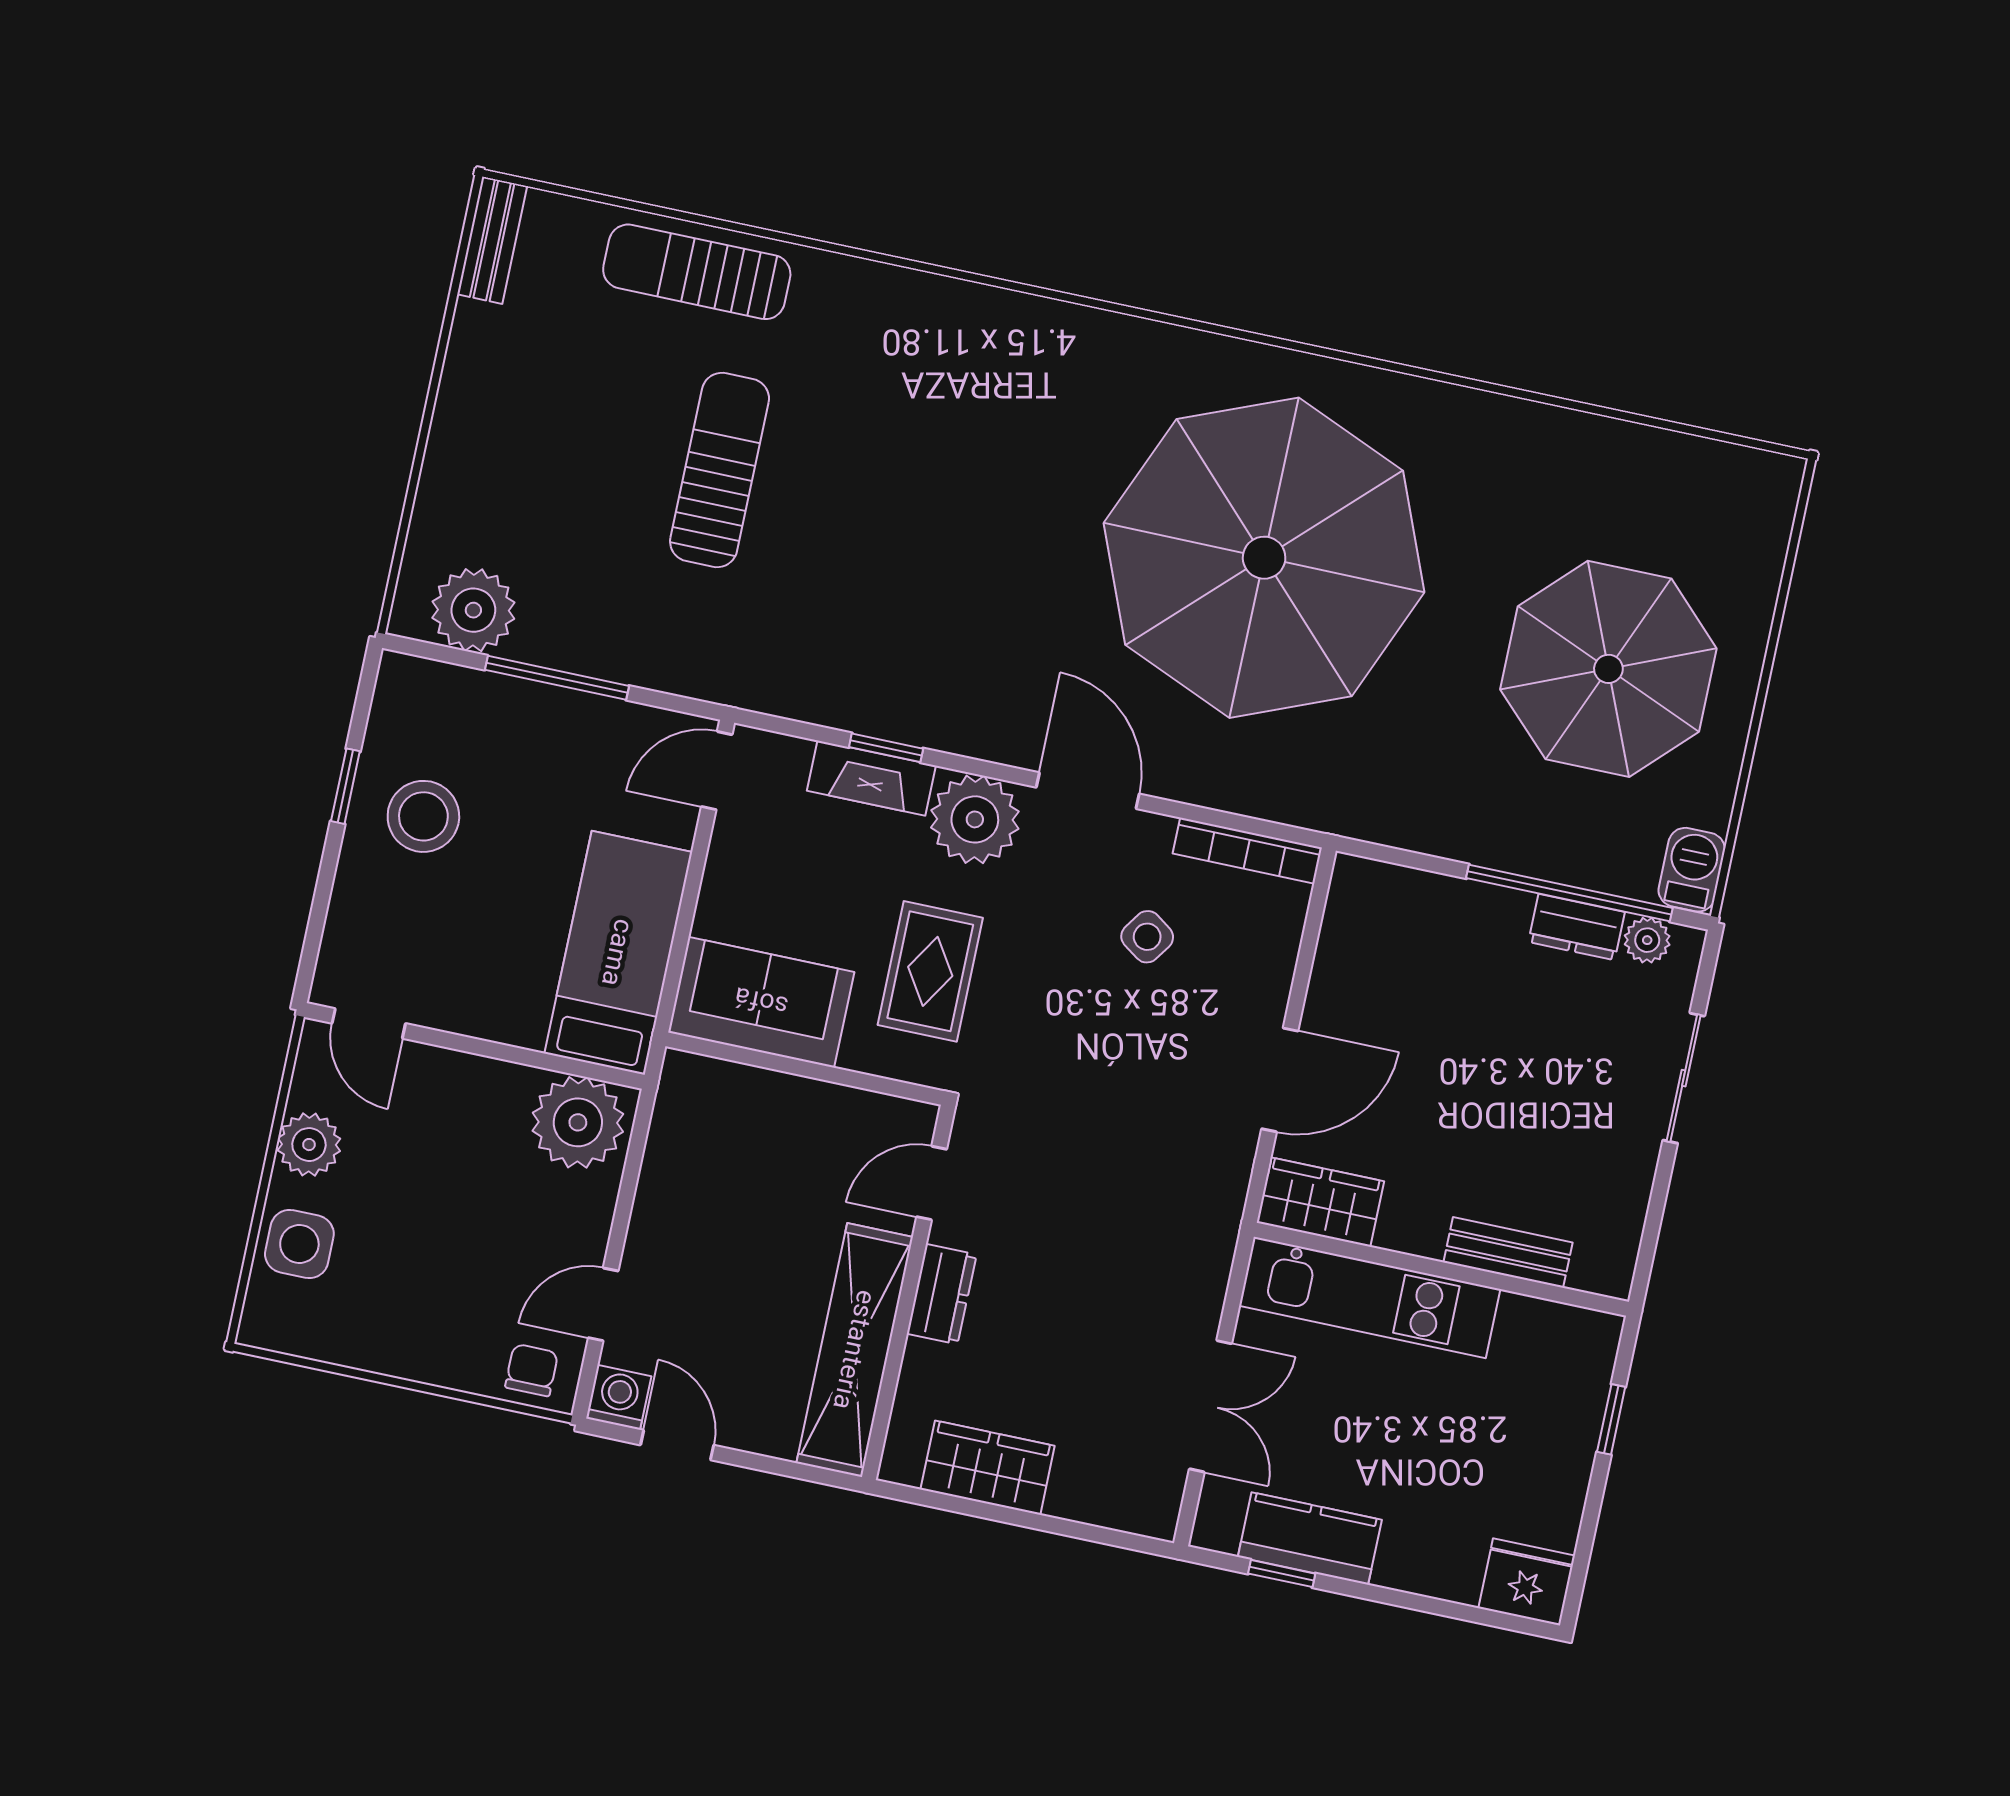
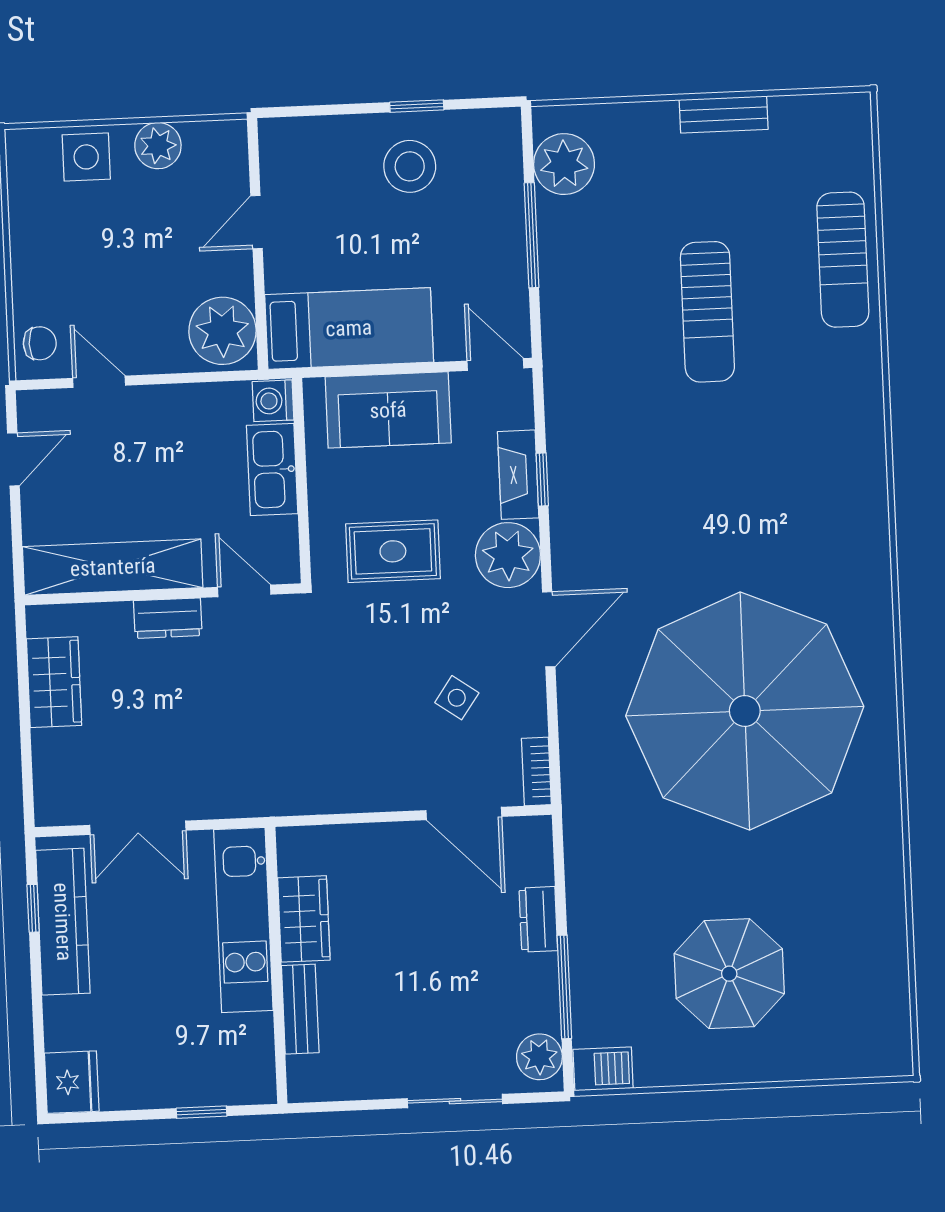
bench: (492, 240) -> (724, 114), moved
sun lounger: (697, 272) -> (843, 260), turned 180
sun lounger: (720, 470) -> (707, 312), turned 90
parasol: (1608, 669) -> (729, 974), width x0.73, depth x0.73
bookcase: (1247, 851) -> (536, 772), width x0.64
window: (1569, 893) -> (564, 987), width x0.68
dresser: (1577, 927) -> (538, 919), moved
plant: (1647, 940) -> (539, 1057), width x1.38, depth x1.38
sofa: (761, 1002) -> (388, 410), moved, turned 90
door: (369, 1023) -> (256, 222), moved
door: (1280, 1080) -> (464, 814), moved
kitchen sink: (780, 1104) -> (272, 469), added
wardrobe: (1320, 1202) -> (304, 919), moved
washing machine: (619, 1397) -> (273, 401), moved, turned 180
kitchen counter: (1310, 1538) -> (63, 922), width x1.50

